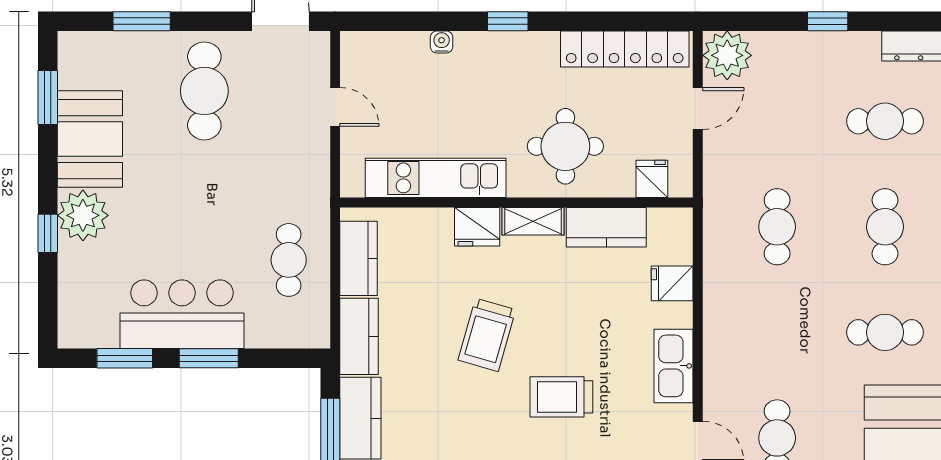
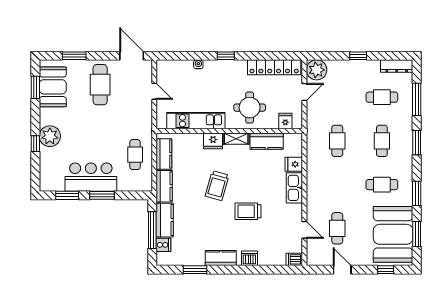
booth: (90, 139) -> (53, 87), moved
kitchen sink: (674, 366) -> (294, 188), moved

